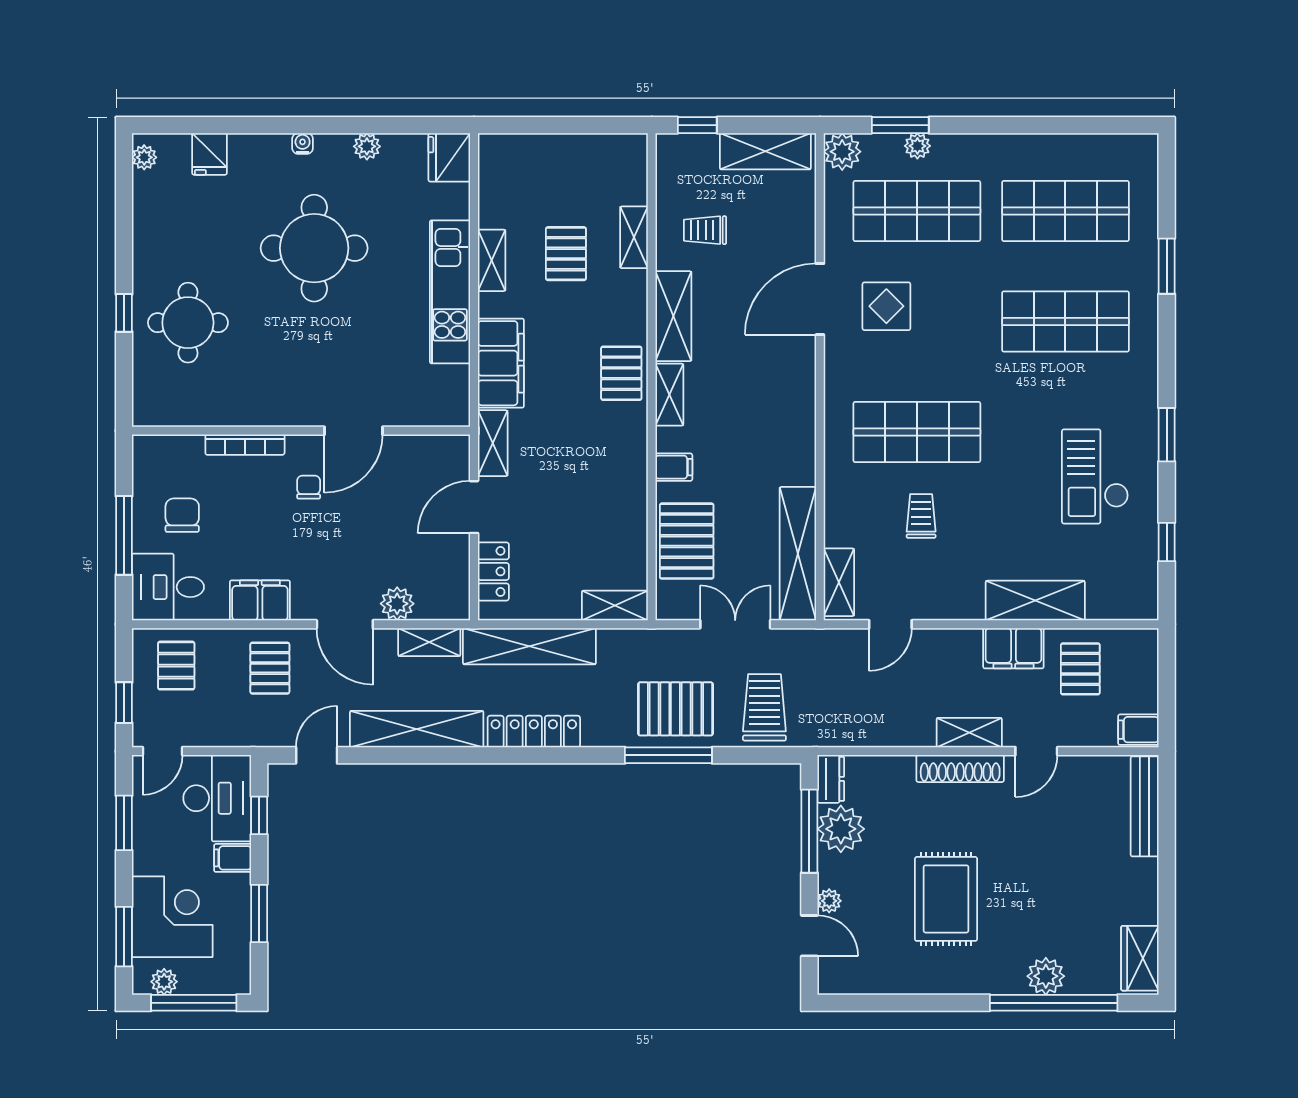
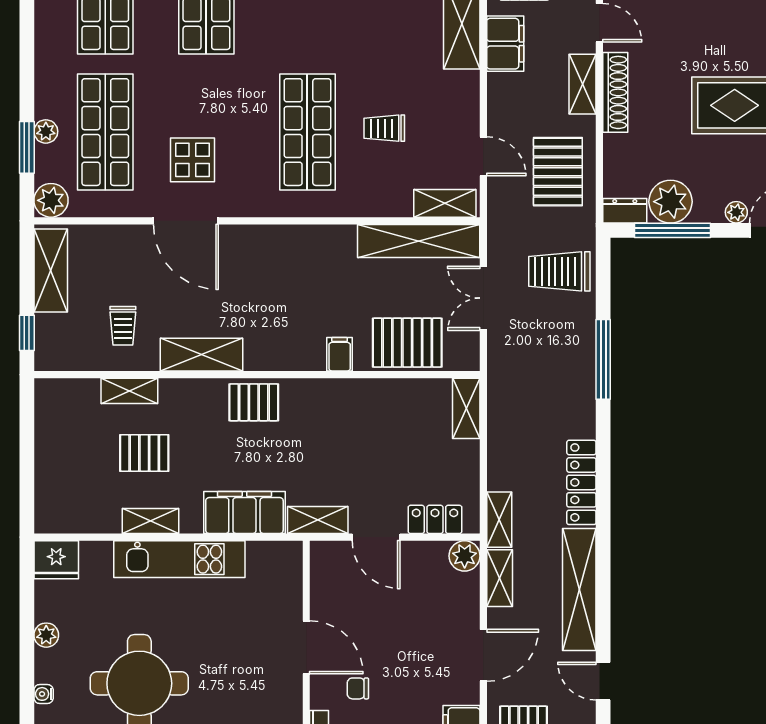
shelving: (669, 395) -> (273, 358), removed
plant: (397, 604) -> (465, 556), moved
shelving: (529, 646) -> (499, 520), width x0.45, depth x0.75
pallet: (675, 709) -> (558, 172), moved

